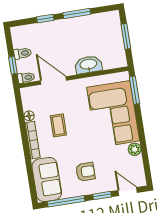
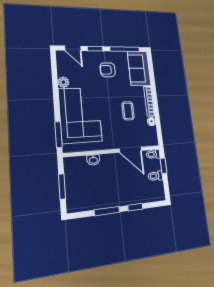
washbasin: (88, 65) -> (93, 160), width x0.52, depth x0.69

